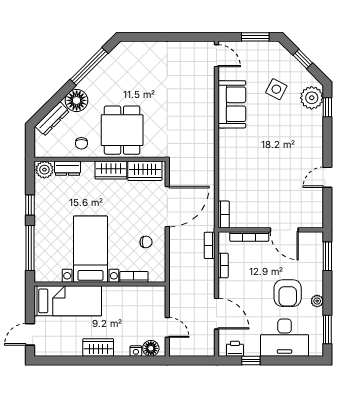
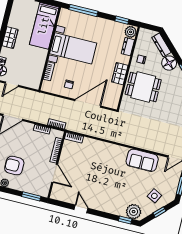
side table: (276, 89) -> (154, 196), moved
wardrobe: (145, 171) -> (114, 95), removed
window: (30, 205) -> (122, 20), moved
door: (167, 207) -> (88, 103), swing flipped
door: (284, 230) -> (55, 173), swing flipped

